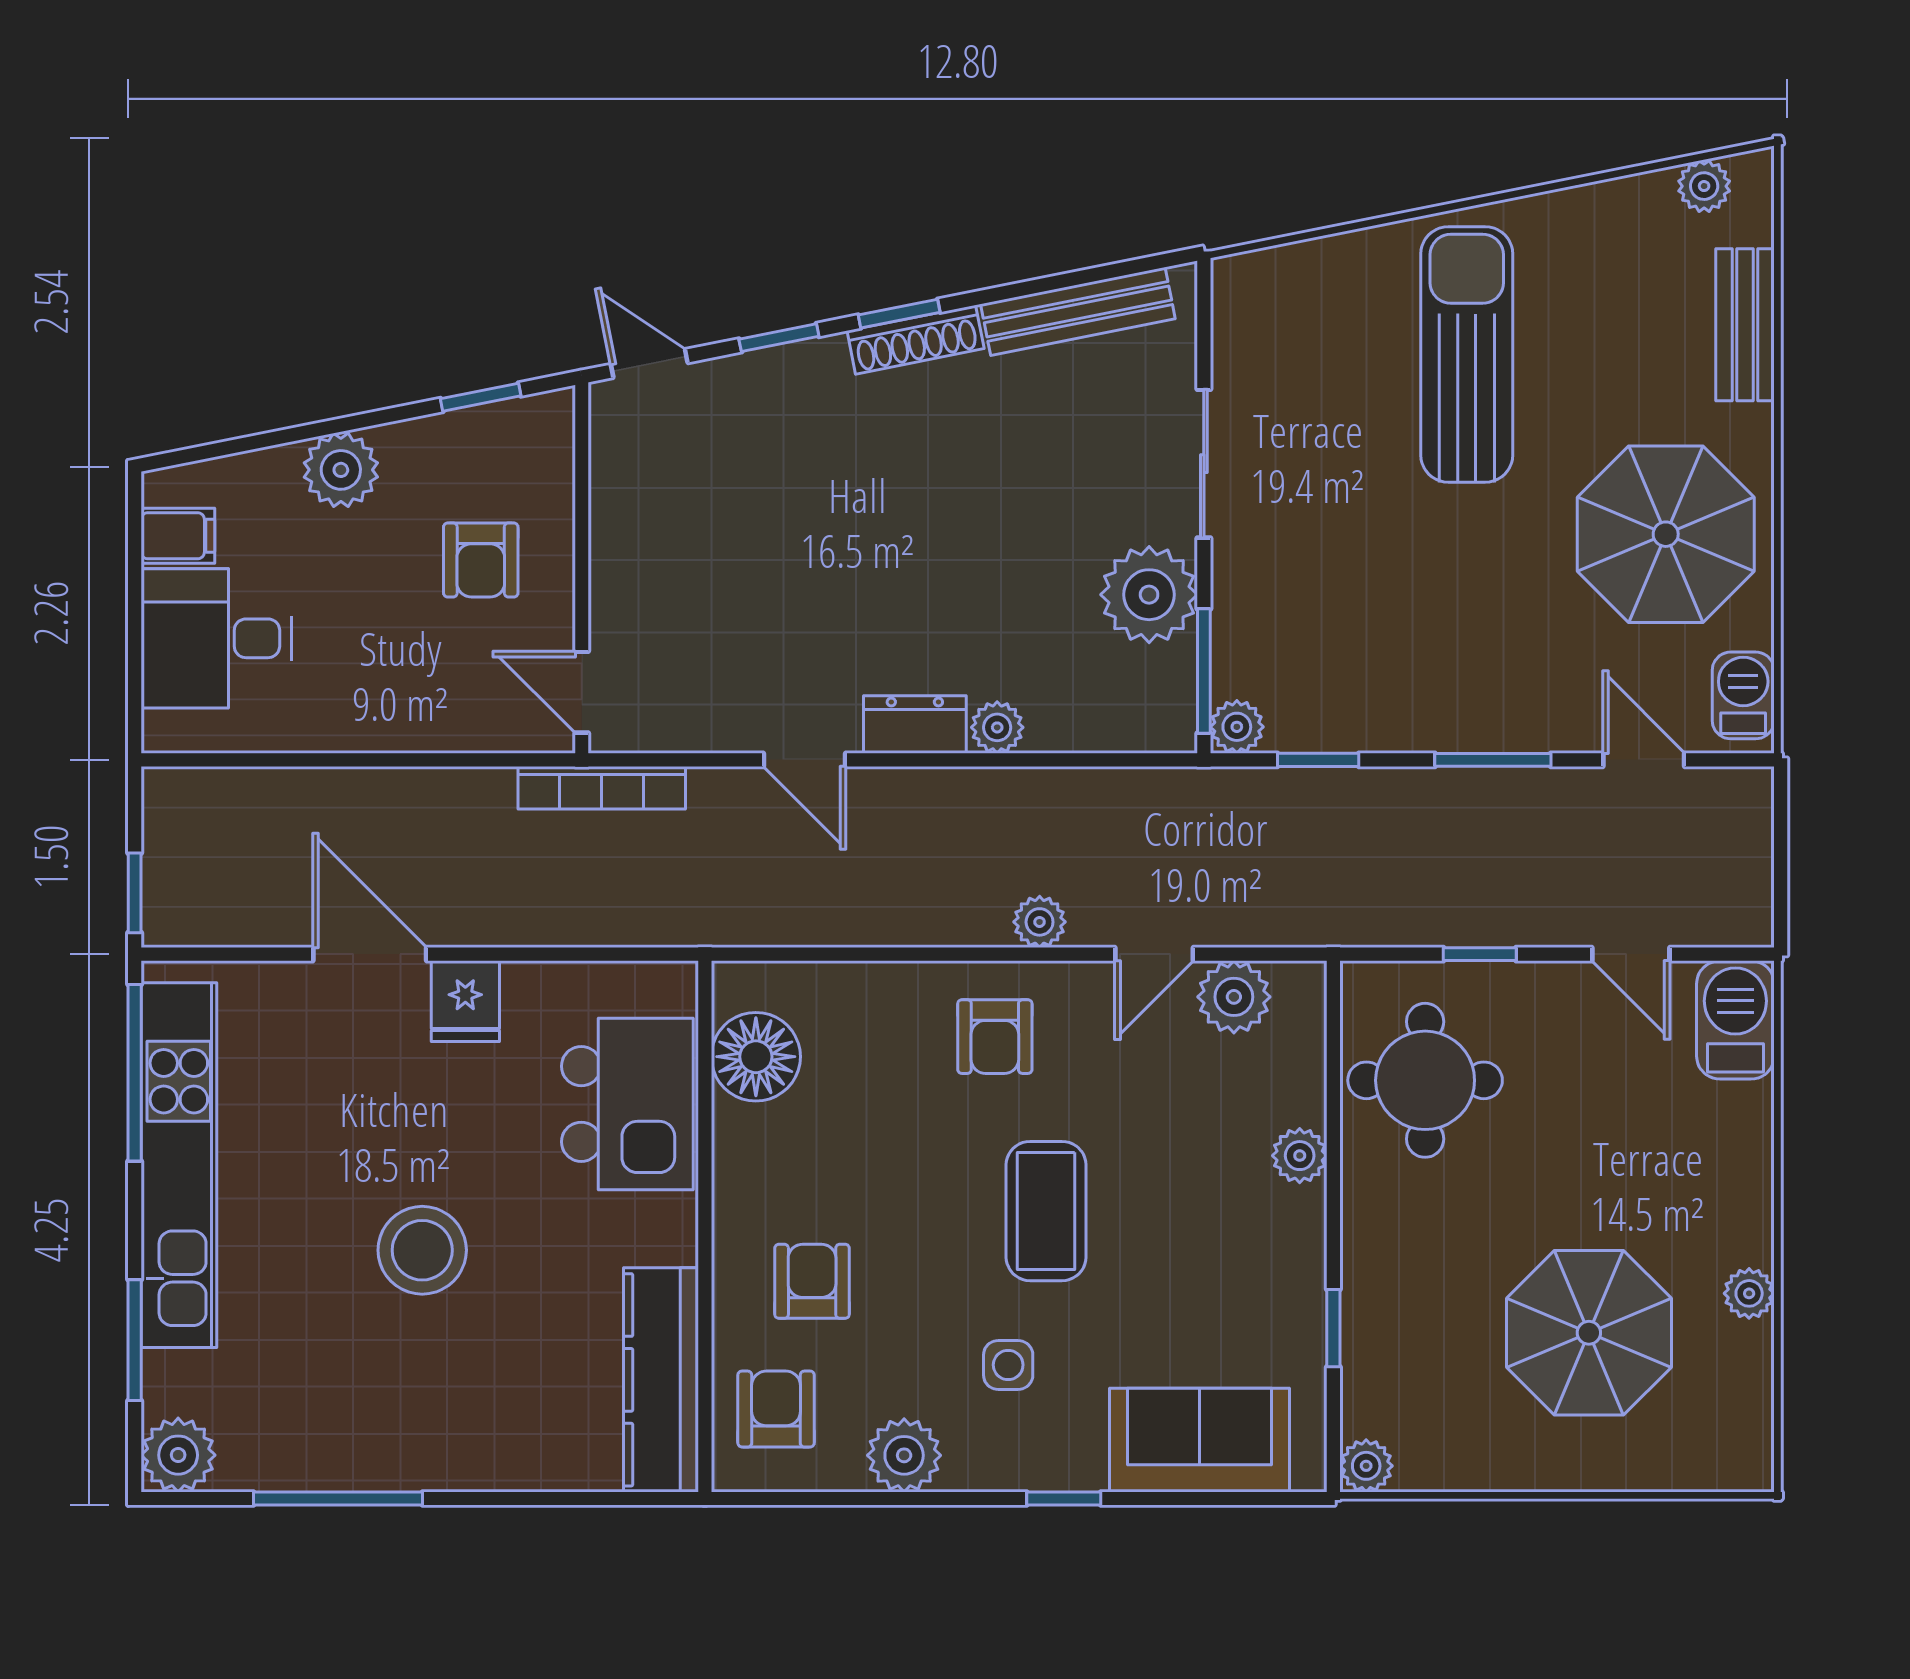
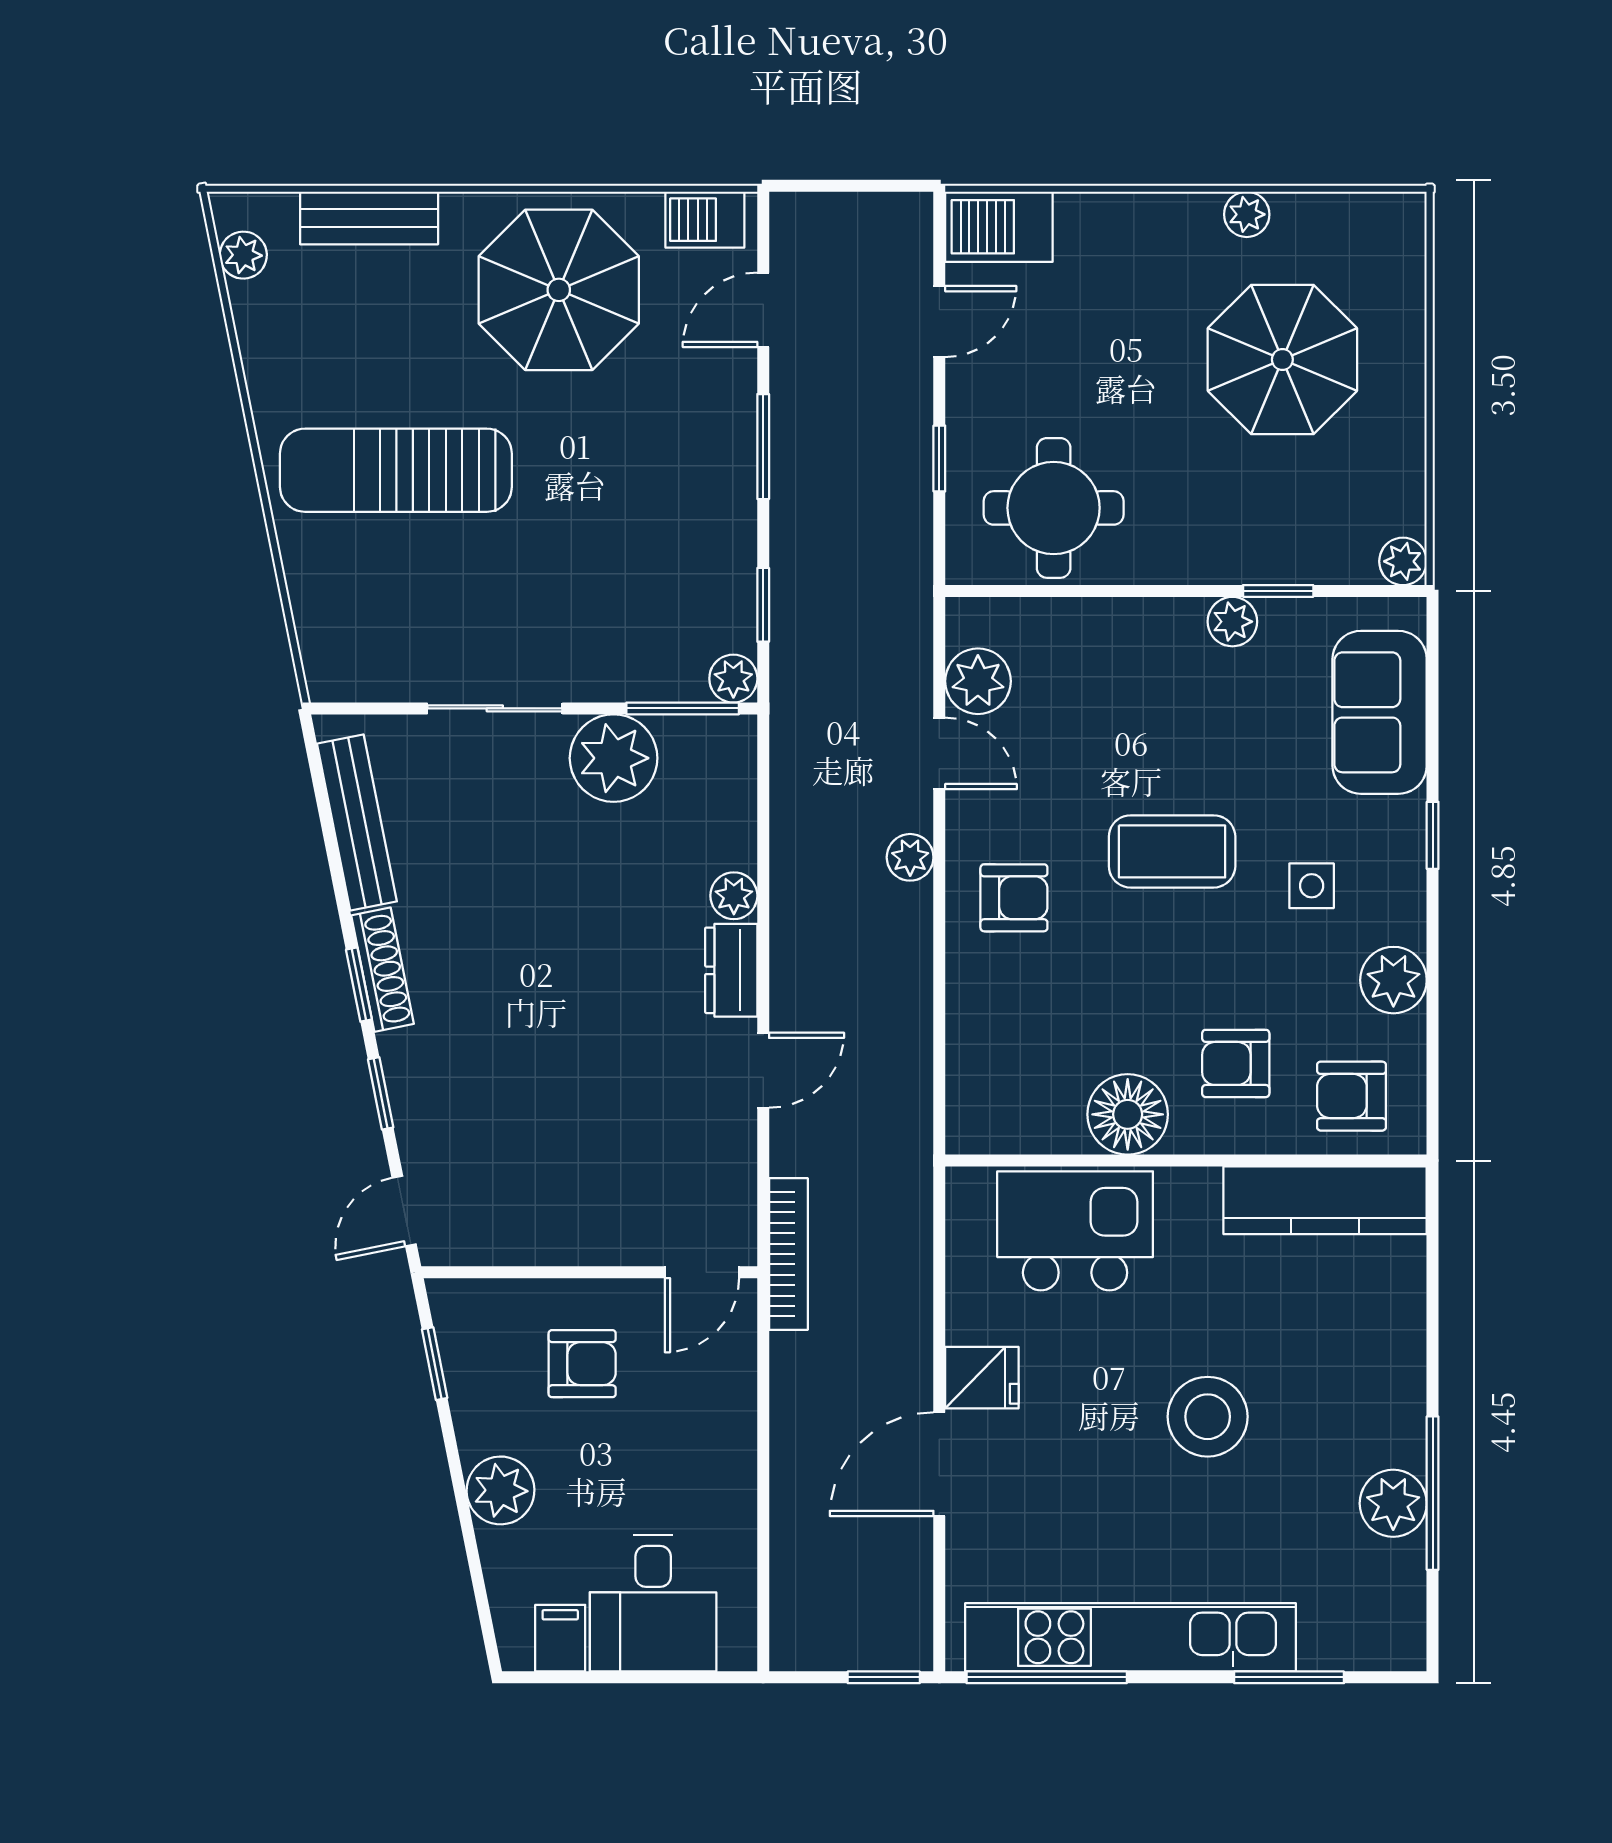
floor lamp: (756, 1057) -> (1128, 1114), moved
plant: (1300, 1156) -> (1232, 622), moved
plant: (178, 1455) -> (1393, 1503), moved

